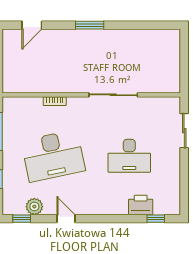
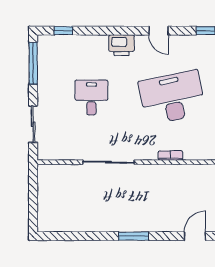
desk: (129, 156) -> (91, 98), width x0.73
window: (184, 188) -> (33, 63), added
printer: (141, 205) -> (121, 45), moved
plant: (34, 207) -> (192, 44), removed

